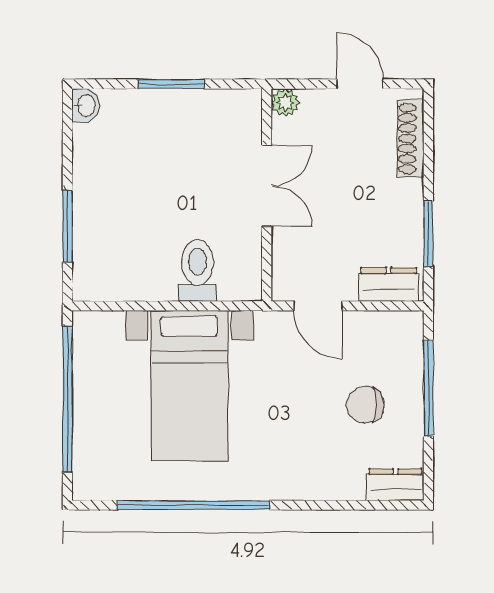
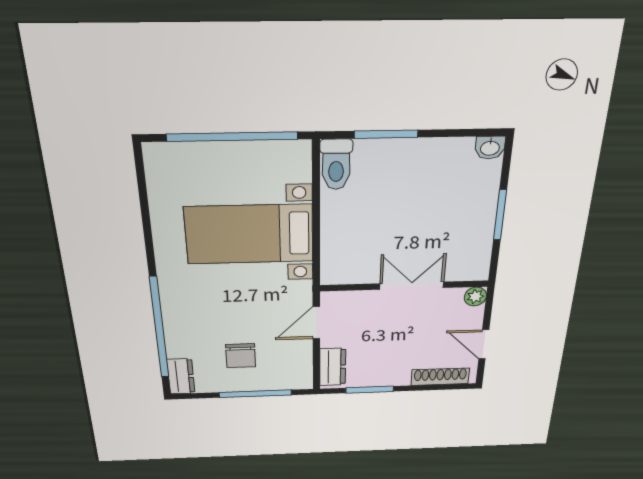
door: (360, 84) -> (484, 344), swing flipped
double door: (267, 186) -> (412, 286), swing flipped
toilet: (198, 271) -> (336, 164), moved, turned 90
chair: (365, 405) -> (241, 356), turned 180
window: (193, 505) -> (159, 328), moved

